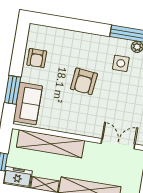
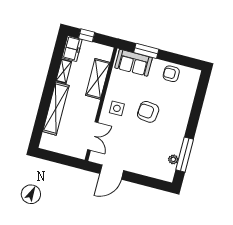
side table: (121, 63) -> (117, 108), moved
shelving: (50, 144) -> (98, 79), width x0.68

